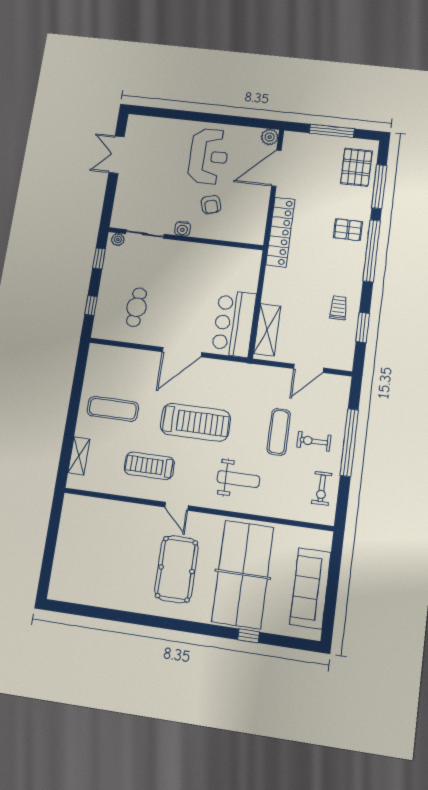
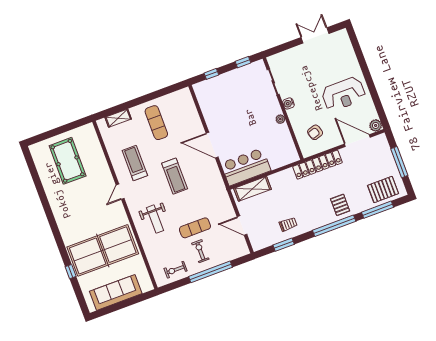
armchair: (211, 205) -> (315, 132), moved
plant: (118, 239) -> (280, 119), moved
cafe table: (136, 307) -> (225, 102), removed
treadmill: (195, 422) -> (175, 176), width x0.73, depth x0.73
pool table: (176, 569) -> (68, 161), moved, turned 90

